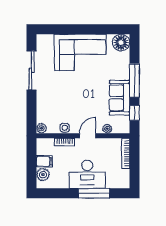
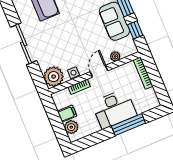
sliding door: (32, 70) -> (24, 44), moved
plant: (41, 128) -> (54, 77), width x1.87, depth x1.87

